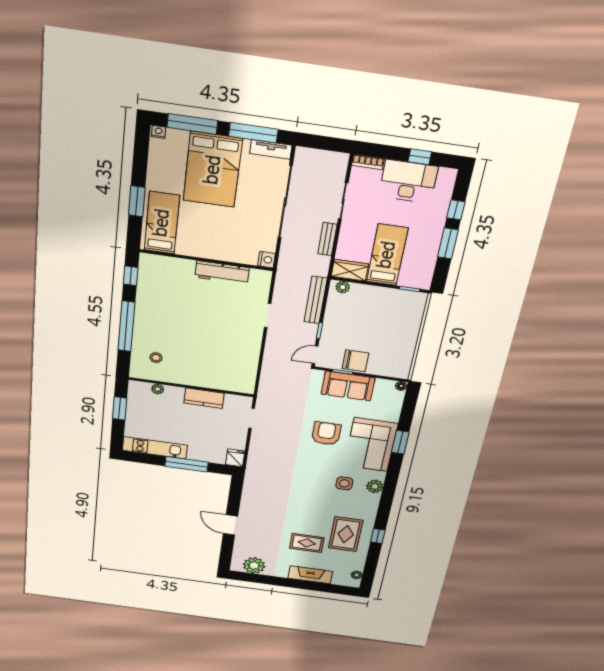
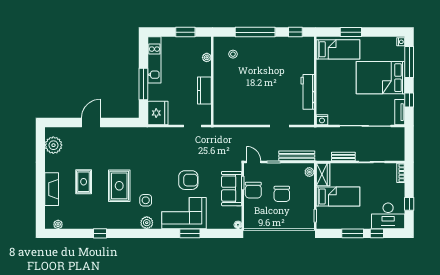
window: (253, 133) -> (409, 100), width x0.46
desk: (408, 181) -> (388, 216), moved, turned 90
chair: (368, 327) -> (282, 194), added
fridge: (235, 458) -> (158, 113), width x1.88, depth x1.34
rug: (346, 534) -> (119, 186), moved, turned 90

